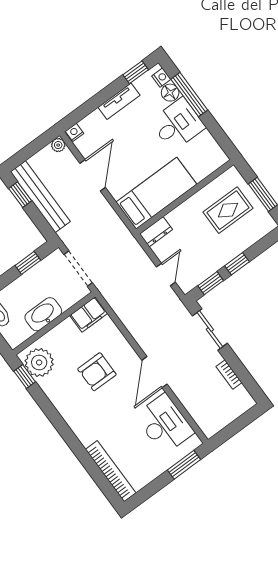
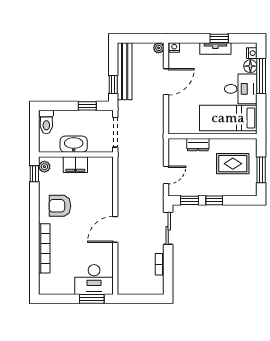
window: (136, 72) -> (219, 38), moved
bed: (156, 193) -> (228, 118), moved, turned 180
window: (20, 195) -> (113, 84), moved
dresser: (156, 232) -> (198, 145), moved
filing cabinet: (89, 314) -> (75, 165), moved
plant: (39, 362) -> (44, 167), width x0.53, depth x0.53
armchair: (97, 372) -> (60, 206), moved
desk: (164, 424) -> (94, 280), moved, turned 90
bookcase: (111, 471) -> (44, 248), moved

